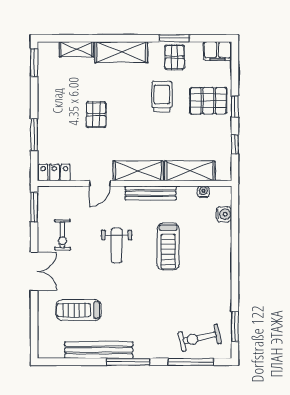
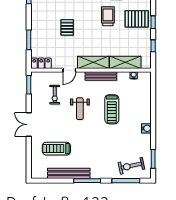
water cooler: (224, 214) -> (146, 128), moved
exercise bike: (62, 235) -> (55, 95), moved
double door: (34, 271) -> (29, 125), swing flipped

